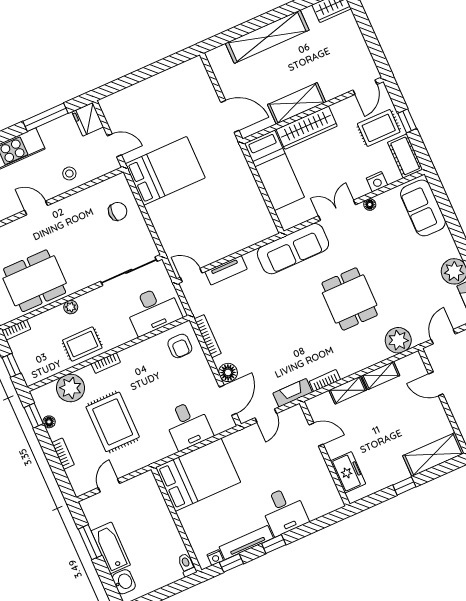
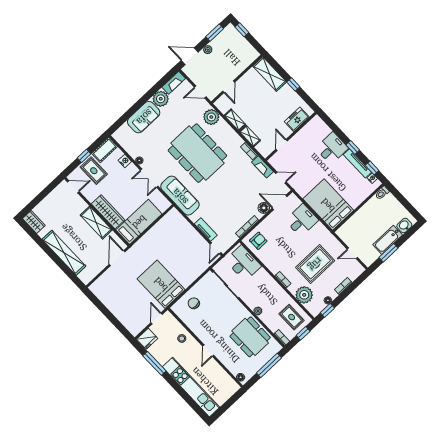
sofa: (423, 208) -> (144, 117), moved
dining table: (350, 299) -> (197, 153), width x1.88, depth x1.24
rug: (82, 344) -> (292, 317), moved

